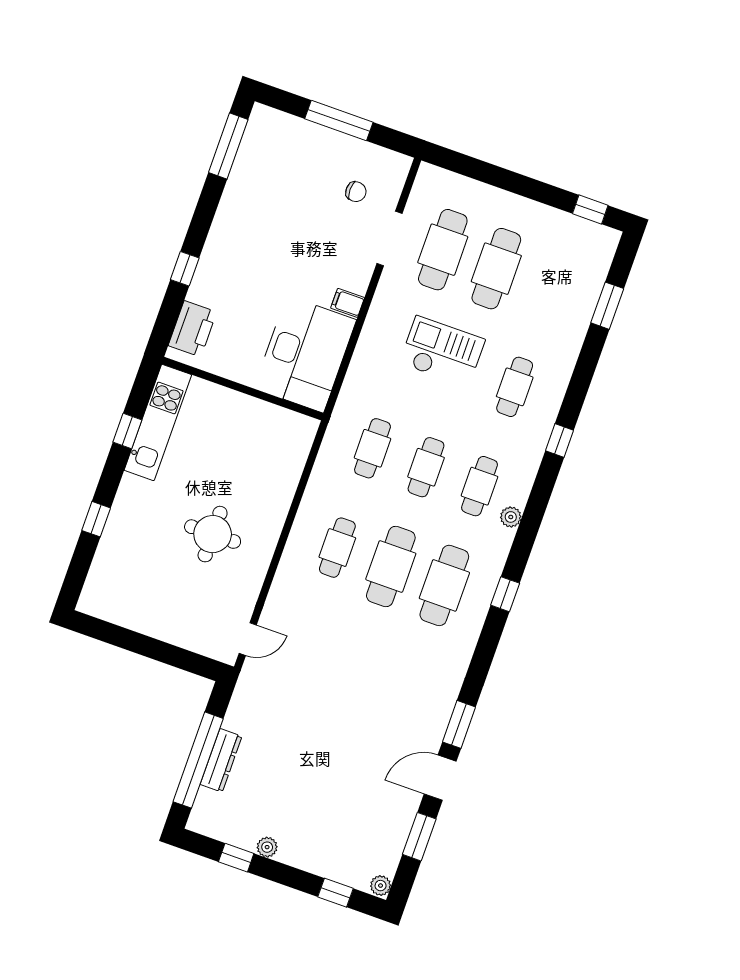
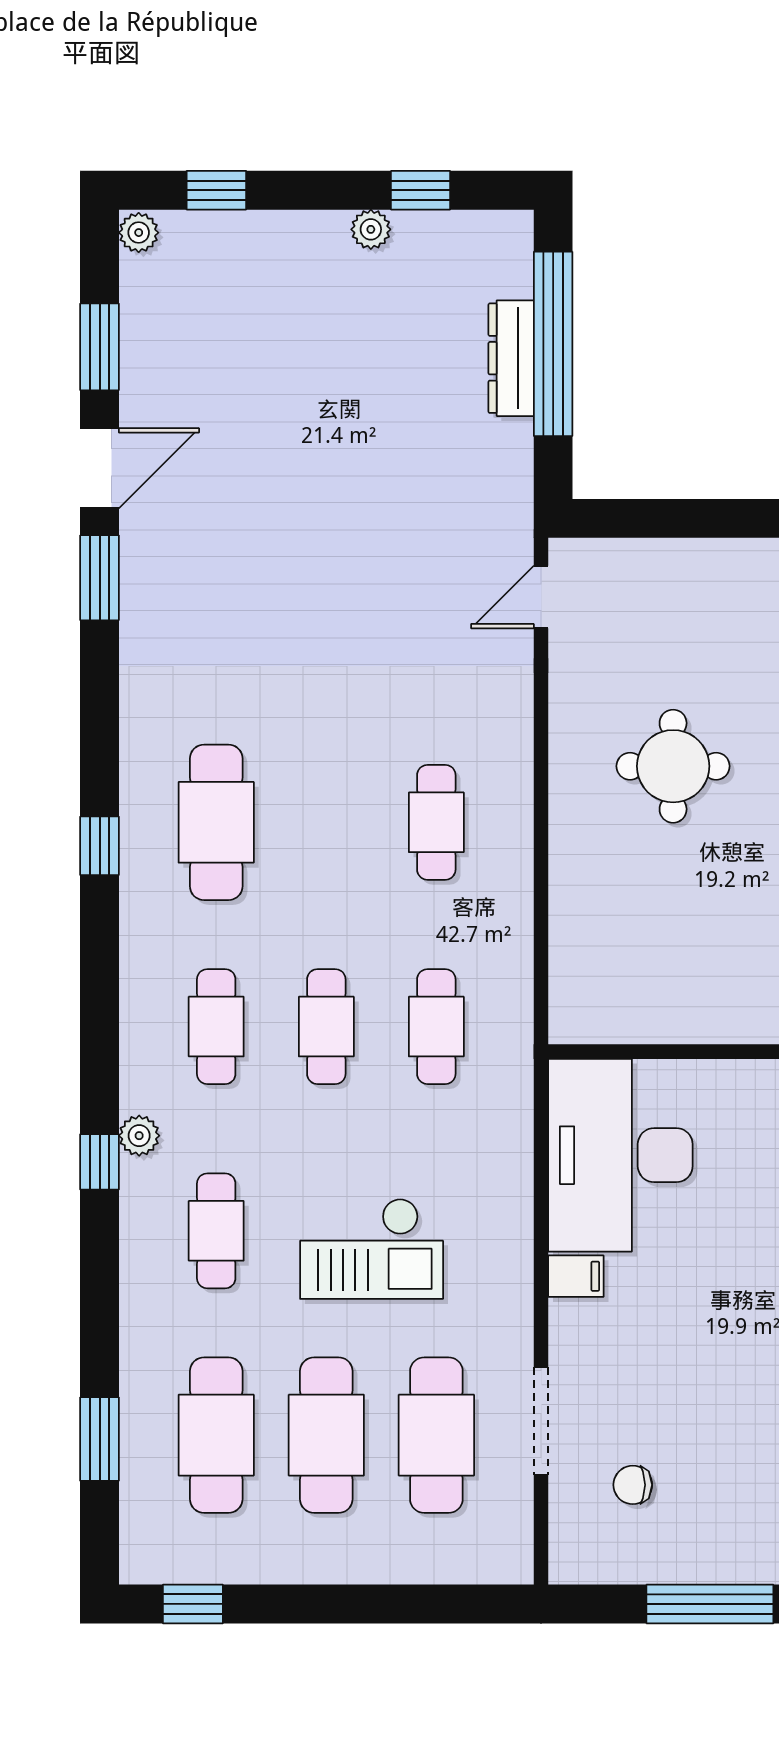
plant: (511, 517) -> (139, 1136), moved
cafe table: (391, 567) -> (216, 1435), moved

